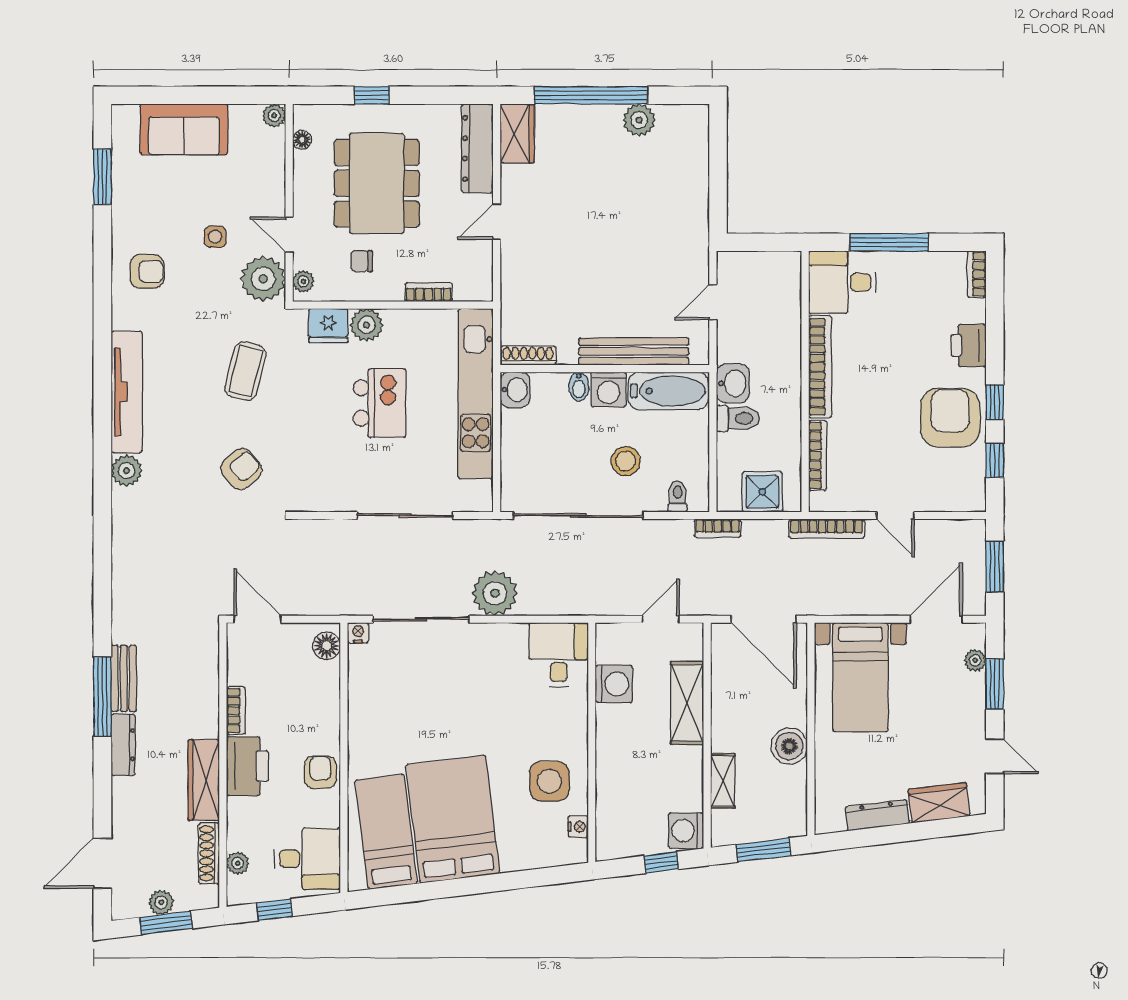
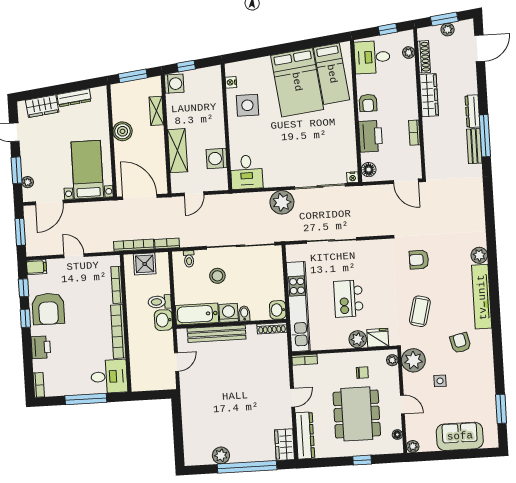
door: (289, 235) -> (402, 404), moved
armchair: (147, 271) -> (460, 343), moved, turned 77
bookcase: (429, 292) -> (305, 360), moved
armchair: (241, 469) -> (419, 260), turned 40
filing cabinet: (968, 498) -> (37, 267), added
bookcase: (827, 529) -> (134, 245), moved
printer: (247, 766) -> (371, 136), moved, turned 180

